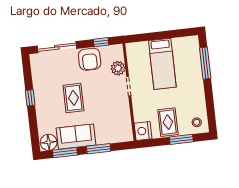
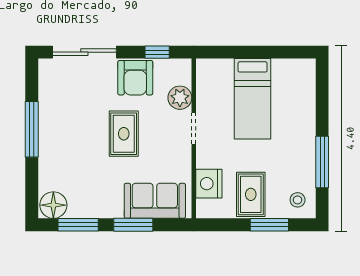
window: (205, 63) -> (322, 162), moved
window: (30, 98) -> (32, 129), width x2.17
rug: (73, 98) -> (124, 134), moved
nightstand: (143, 131) -> (209, 184), moved
sofa: (76, 137) -> (155, 201), moved

